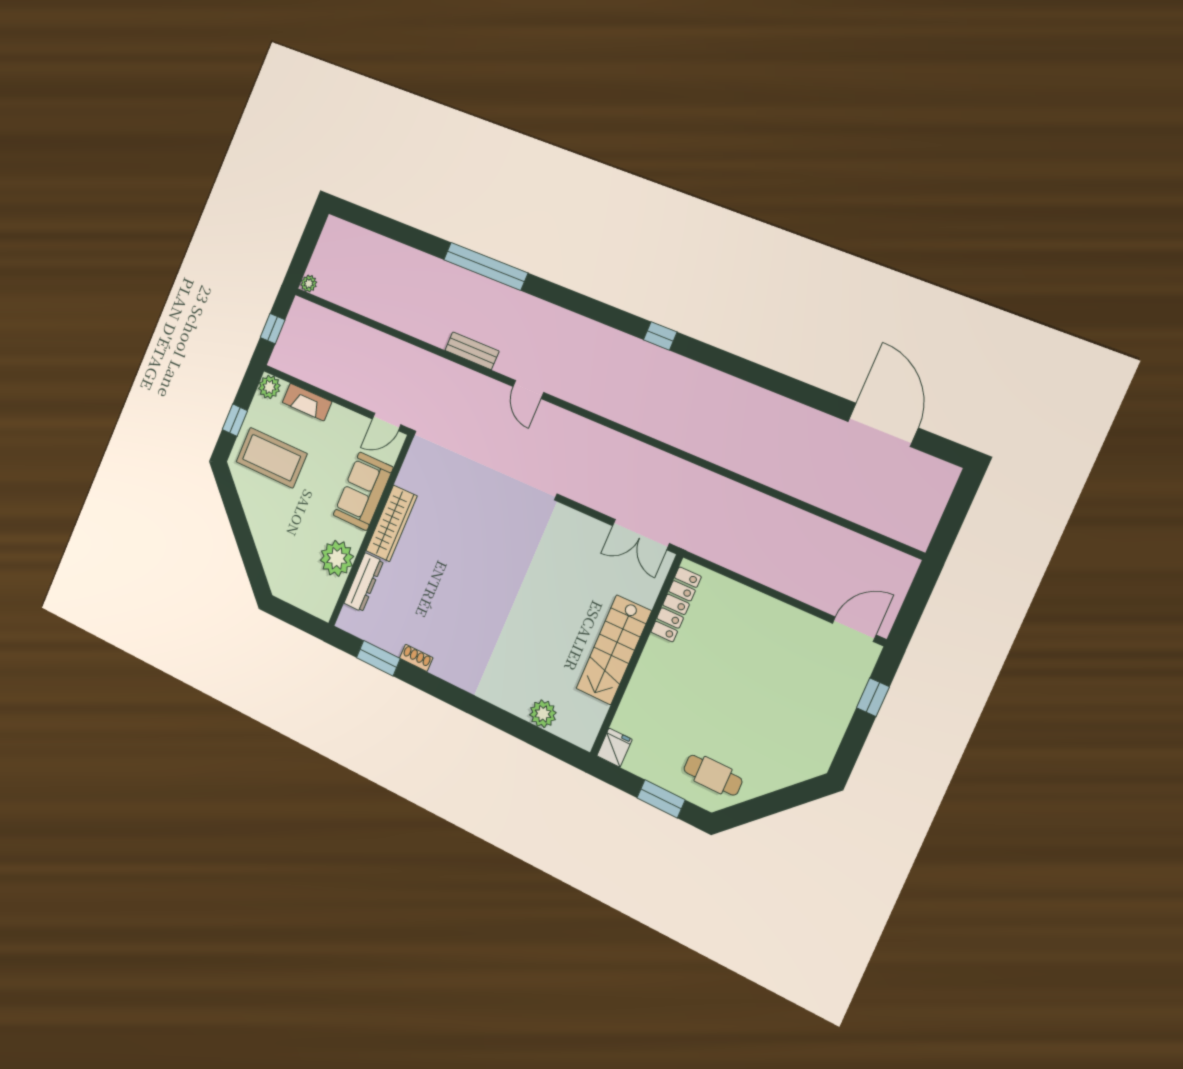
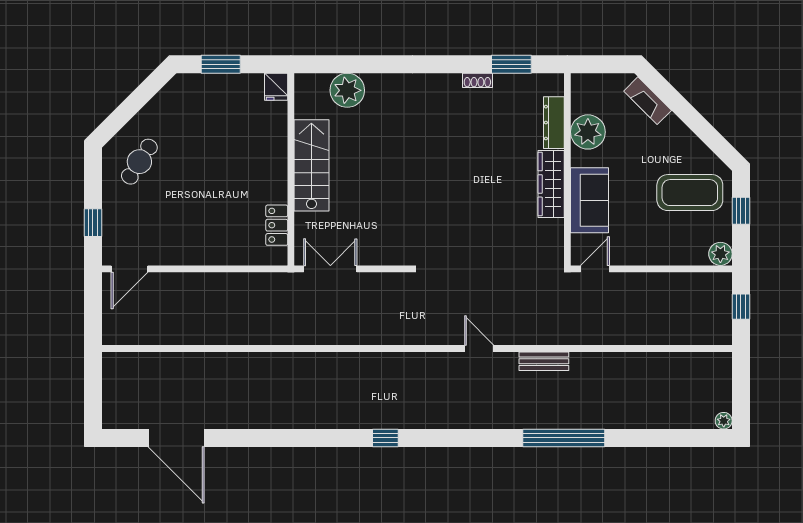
plant: (309, 284) -> (724, 421), moved
fireplace: (307, 402) -> (648, 101), moved, turned -135
locker: (676, 604) -> (277, 225), width x0.66
plant: (543, 714) -> (347, 90), width x1.36, depth x1.36
cafe table: (713, 775) -> (139, 162), moved, turned -57

